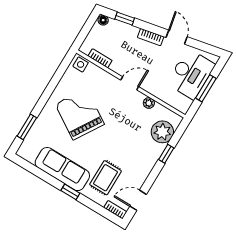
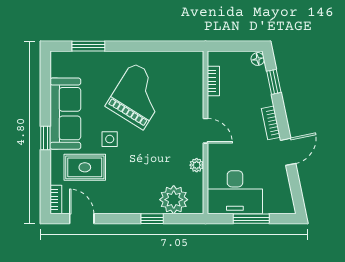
side table: (81, 64) -> (110, 139), moved
desk: (191, 74) -> (235, 192), moved

